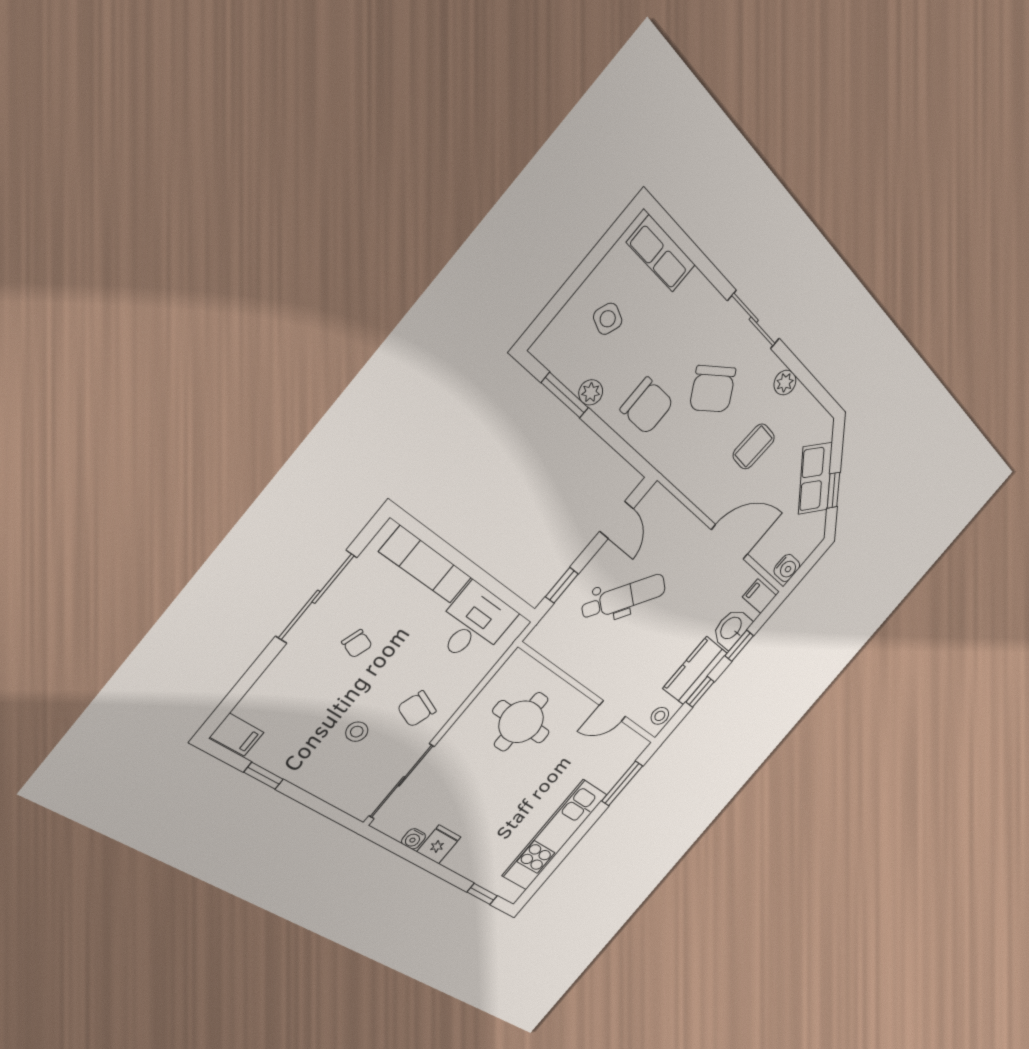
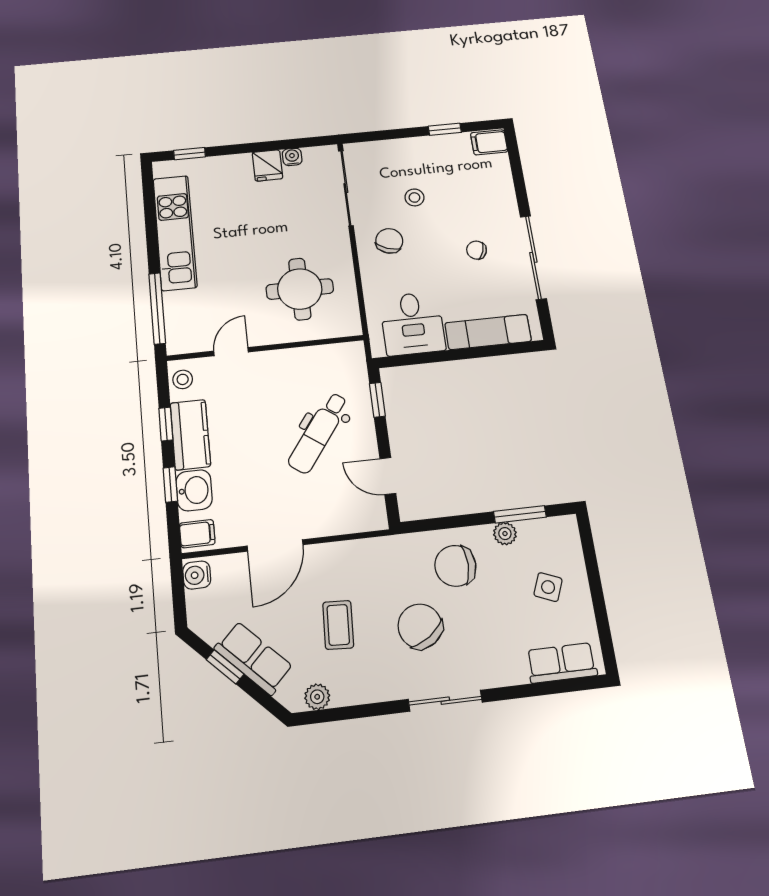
plant: (785, 383) -> (317, 697), moved
window: (622, 783) -> (157, 308), width x1.44

